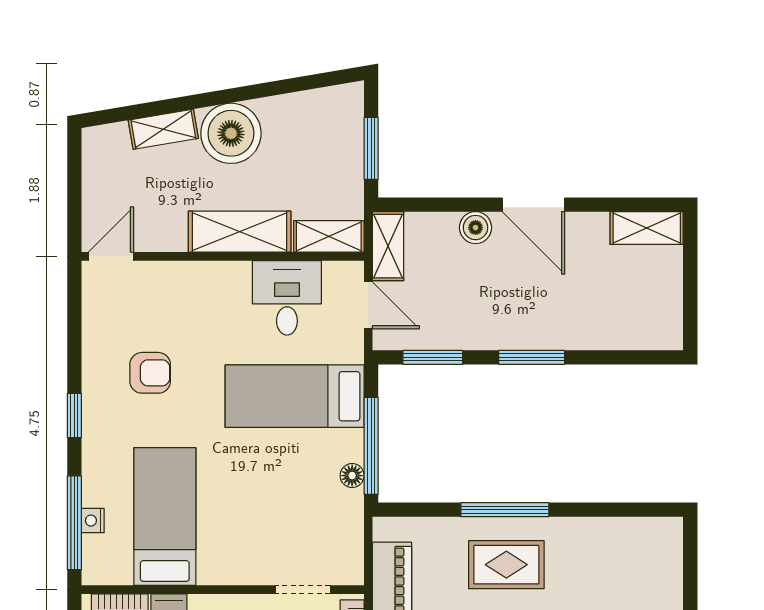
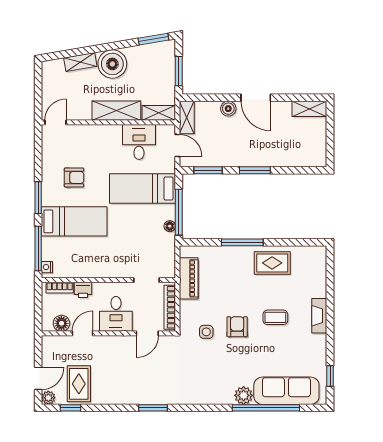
window: (318, 81) -> (153, 39), added
window: (74, 415) -> (38, 198), width x1.50
bed: (165, 517) -> (74, 221), moved, turned 90
nightstand: (93, 521) -> (47, 267), moved
rug: (506, 565) -> (272, 263), moved

